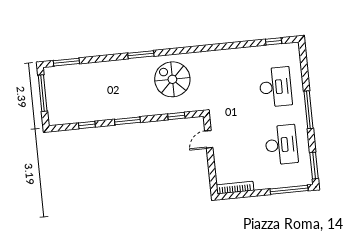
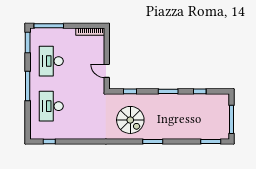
door: (209, 139) -> (107, 71), swing flipped

